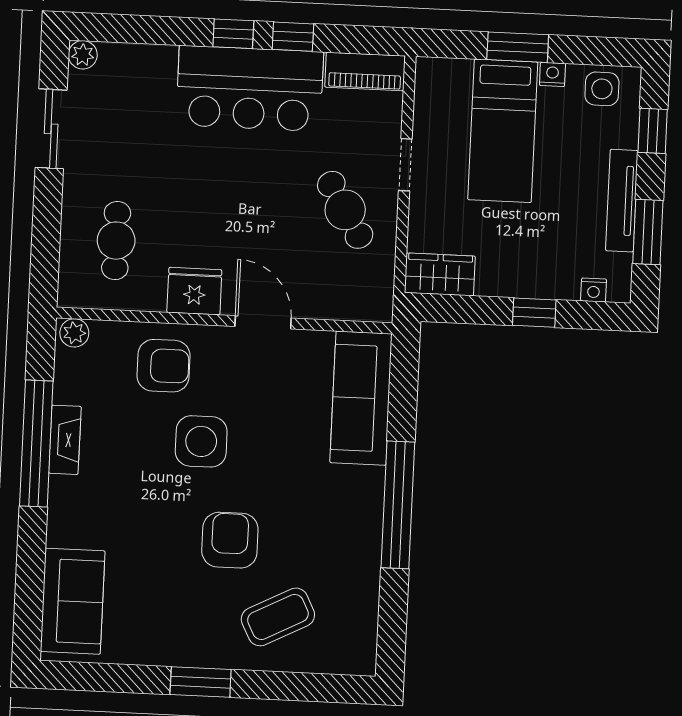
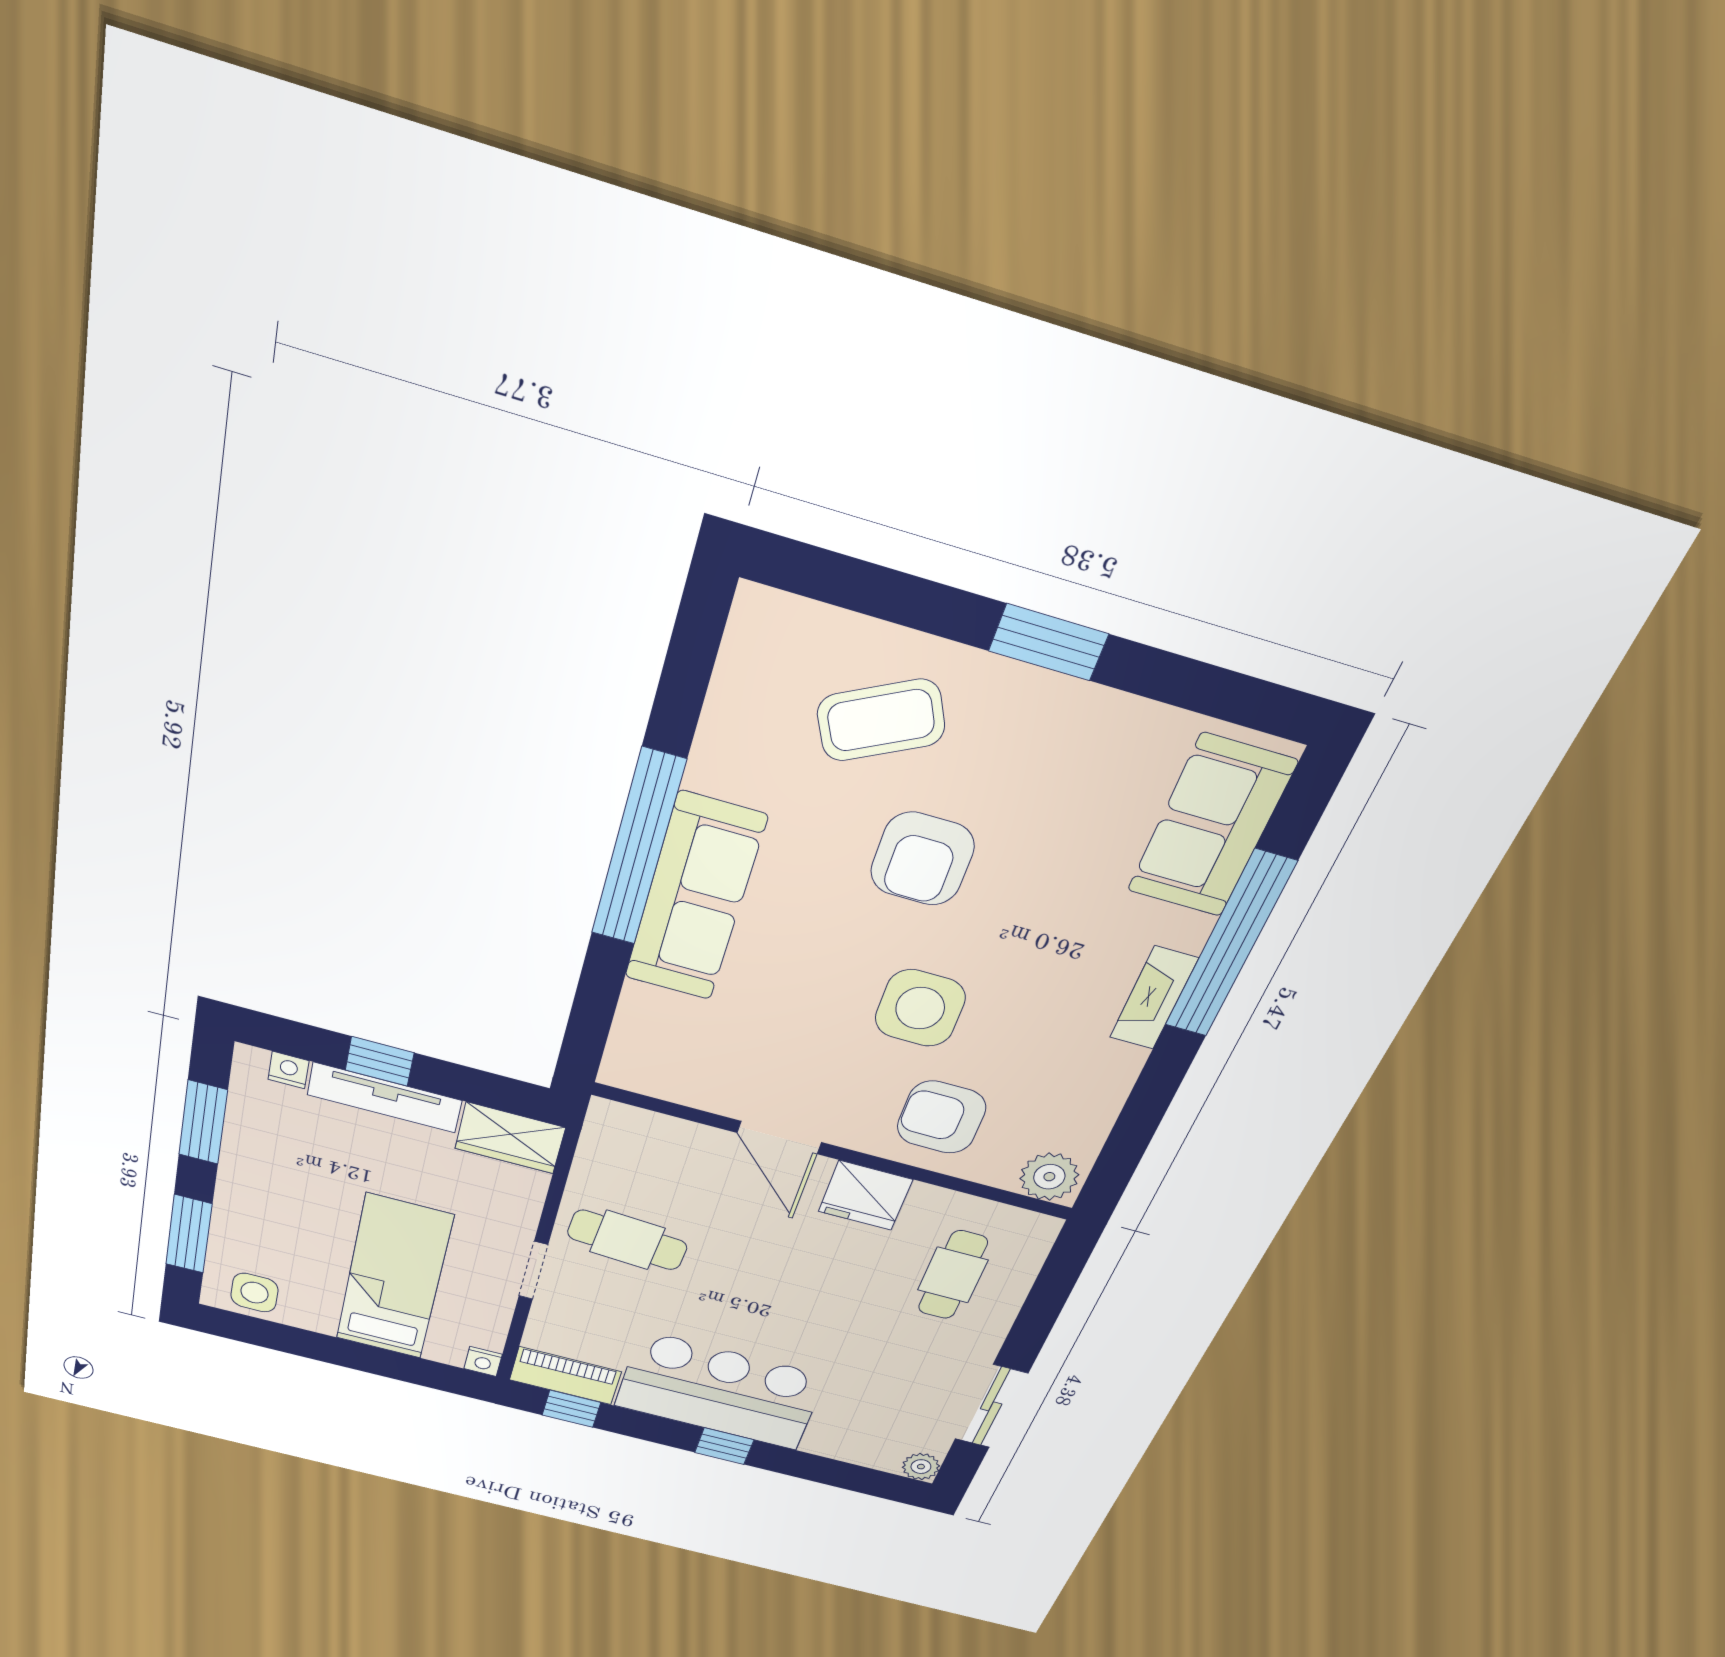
window: (293, 37) -> (571, 1409), moved
window: (518, 47) -> (361, 1357), removed
nightstand: (552, 74) -> (483, 1361), moved
window: (653, 131) -> (189, 1234), width x1.50
tv unit: (622, 201) -> (385, 1098), moved, turned 90
cafe table: (345, 210) -> (627, 1240), turned -55
plant: (74, 333) -> (1049, 1177), width x1.38, depth x1.38
sofa: (361, 398) -> (695, 898), moved
fireplace: (65, 440) -> (1154, 998), moved
window: (36, 444) -> (1230, 945), moved

